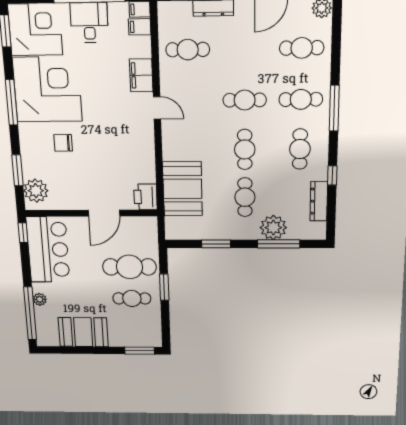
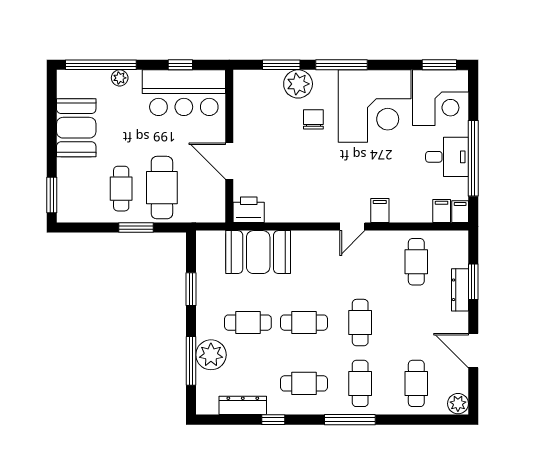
filing cabinet: (141, 75) -> (380, 210), width x0.50
window: (12, 102) -> (342, 65), moved
plant: (36, 191) -> (298, 84), moved
window: (23, 233) -> (180, 65), moved

